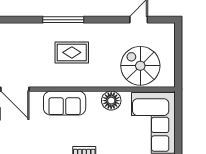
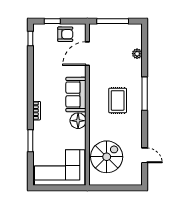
plant: (15, 29) -> (137, 54), added
floor lamp: (111, 101) -> (78, 121), moved

